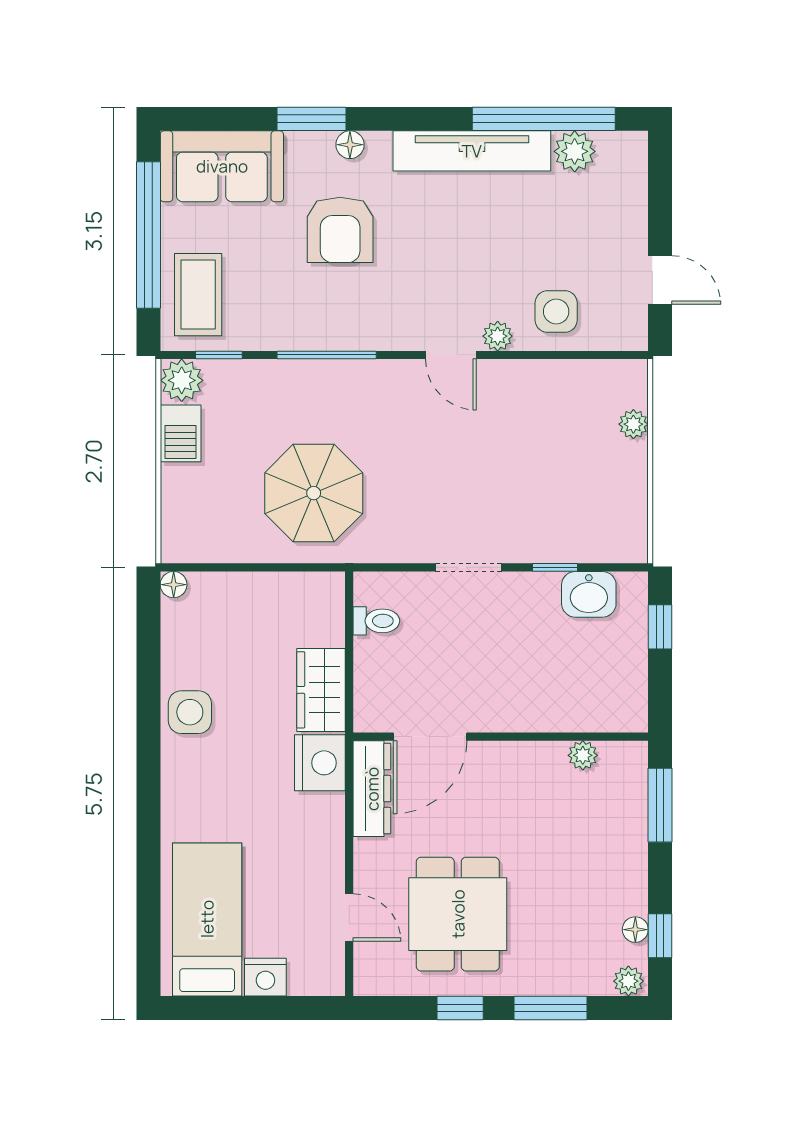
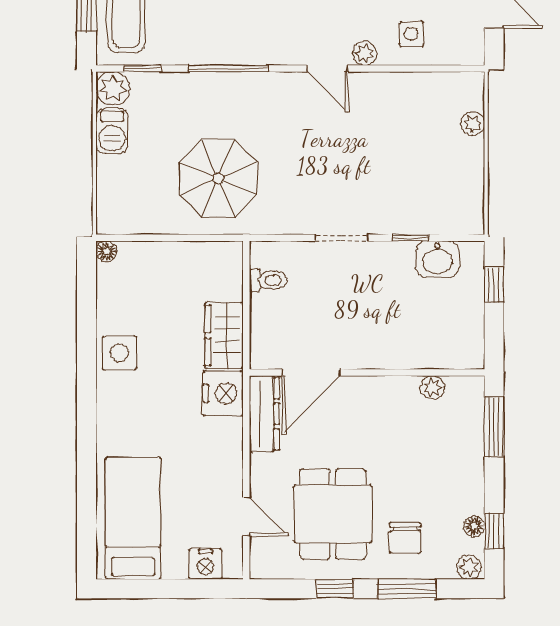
side table: (556, 311) -> (411, 34), width x0.73, depth x0.73
chair: (548, 944) -> (405, 538), added
nightstand: (265, 977) -> (205, 564), moved

